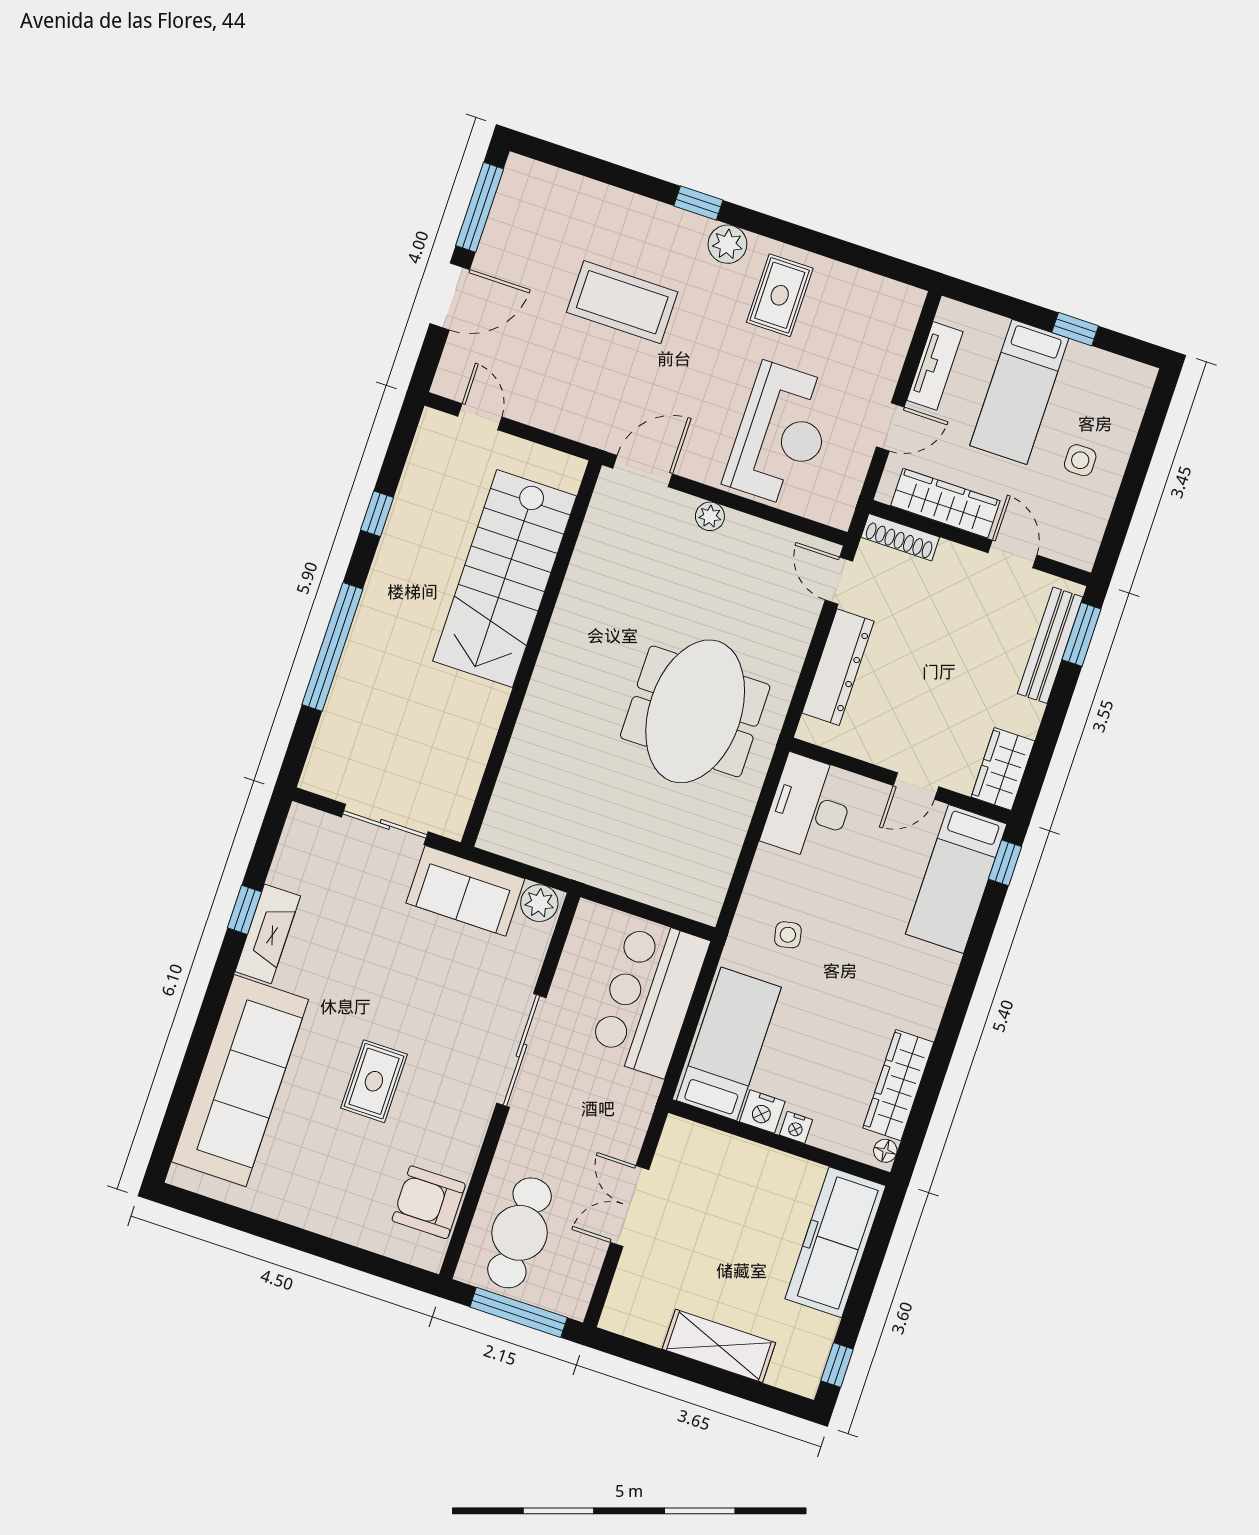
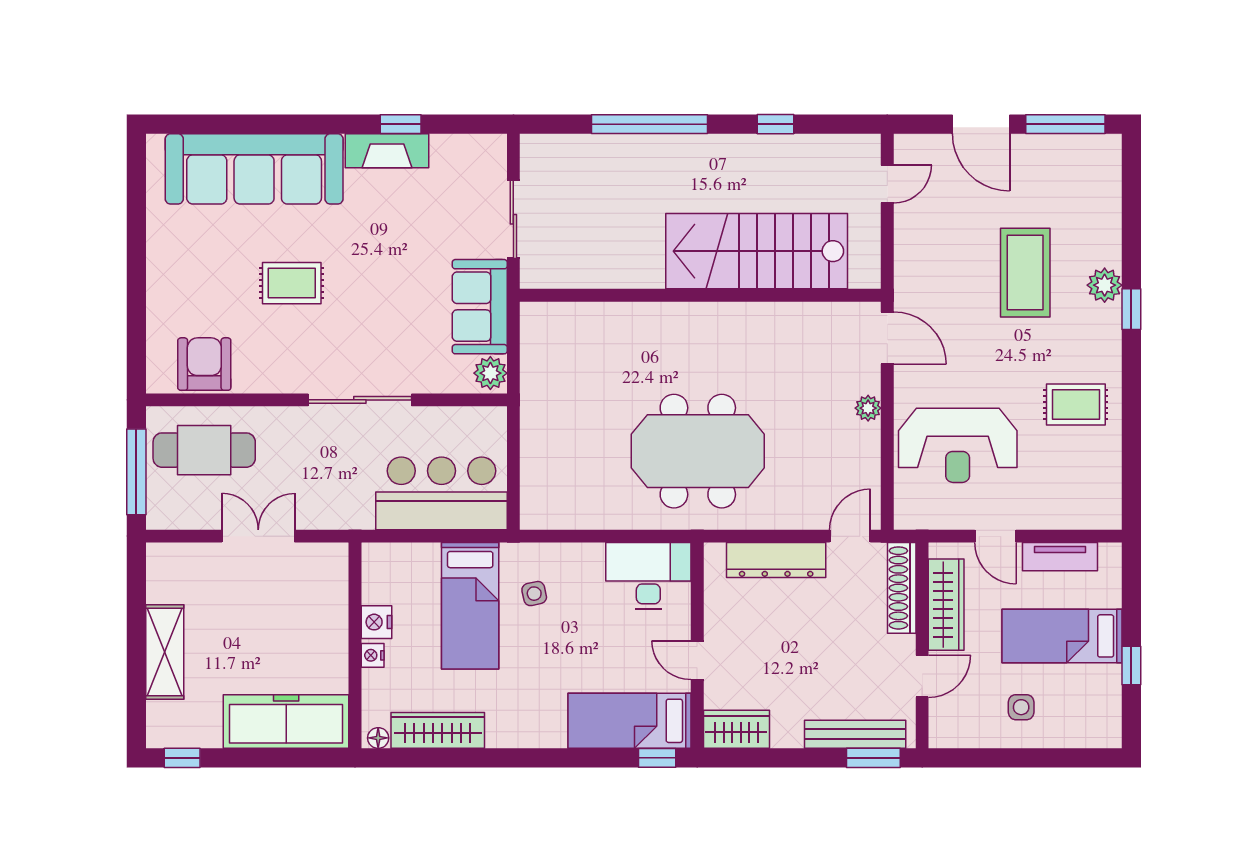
plant: (727, 244) -> (1105, 285), moved
shoe rack: (900, 537) -> (902, 588), width x1.36, depth x1.24
bed: (729, 1044) -> (470, 606), moved, turned 90

